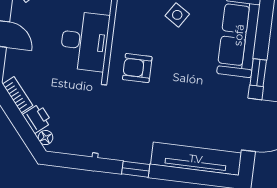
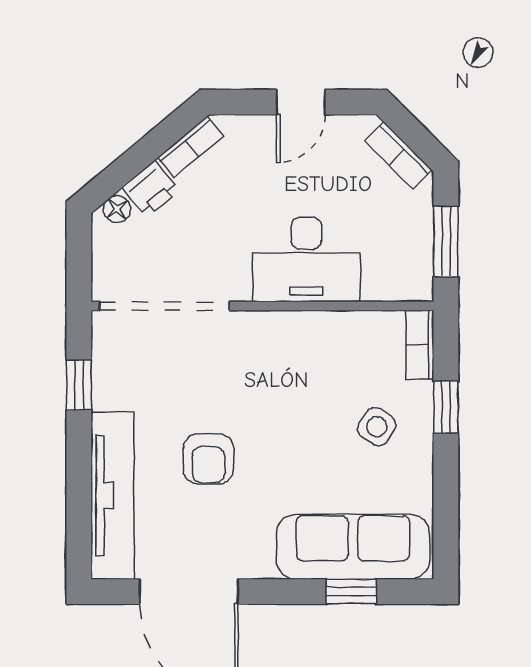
armchair: (137, 68) -> (208, 459), moved, turned 180
window: (258, 73) -> (351, 592), moved

